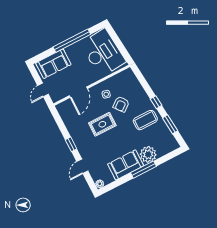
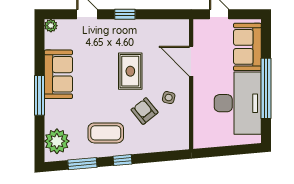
desk: (103, 53) -> (238, 103), moved, turned -85
coffee table: (145, 120) -> (106, 133), turned 90
plant: (148, 154) -> (57, 141), moved

